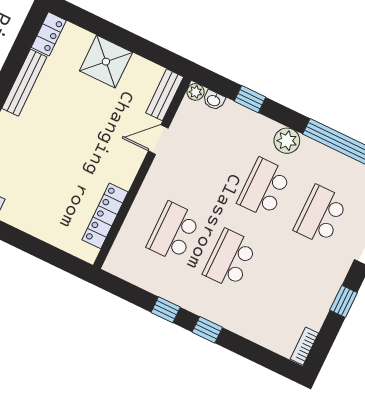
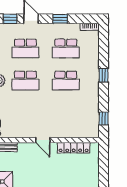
door: (158, 140) -> (43, 140), moved
school desk: (174, 232) -> (66, 49), moved
window: (166, 310) -> (103, 118), moved

